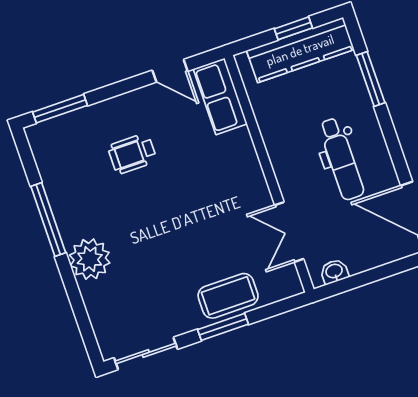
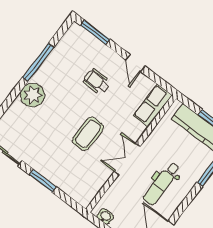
door: (170, 71) -> (135, 63), moved
double door: (289, 232) -> (127, 159), moved
coffee table: (228, 296) -> (88, 134), moved, turned 90

